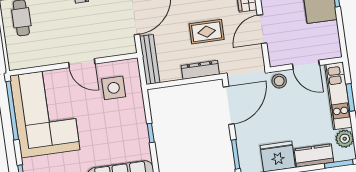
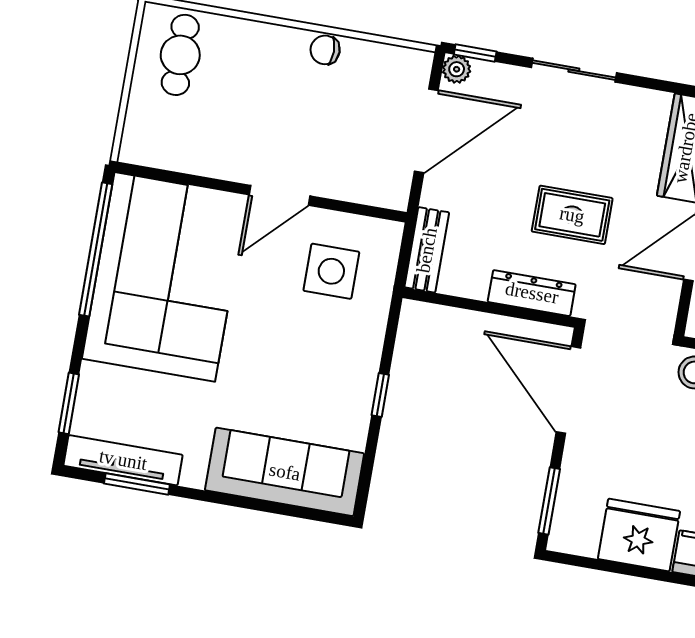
bench: (150, 60) -> (427, 250), width x0.73
door: (82, 63) -> (280, 195), hinge flipped
door: (229, 105) -> (568, 390), swing flipped

